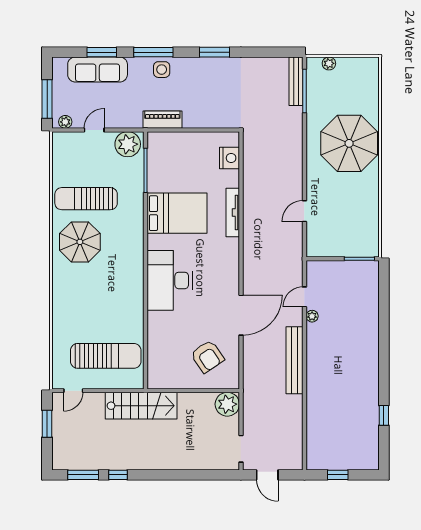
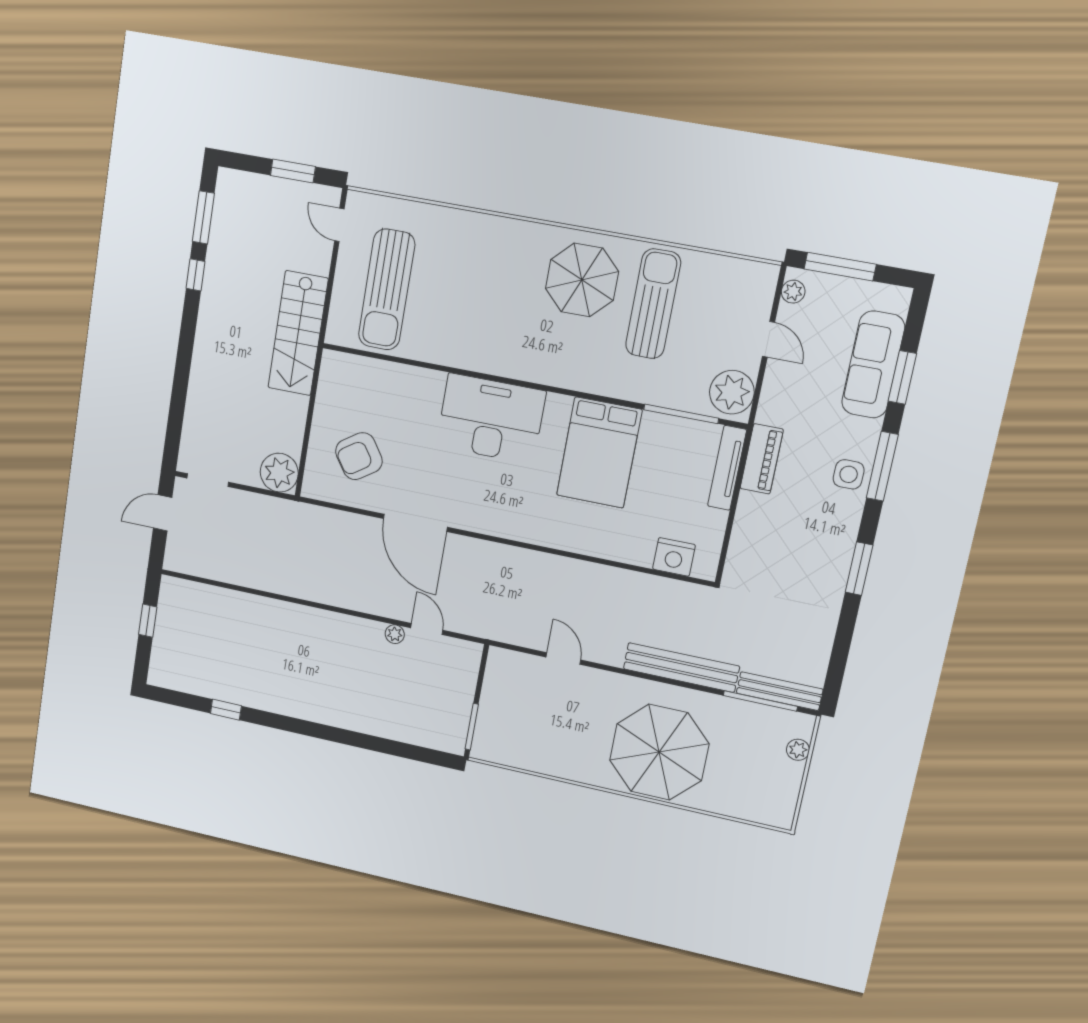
tv unit: (233, 212) -> (727, 468), moved, turned -90
bench: (295, 360) -> (681, 667), moved

